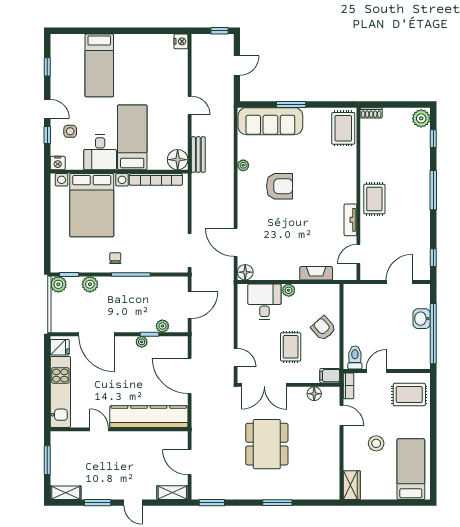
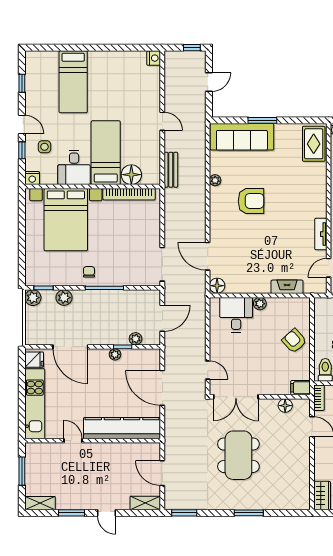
floor lamp: (178, 160) -> (131, 175), moved
rug: (291, 347) -> (262, 359), removed

